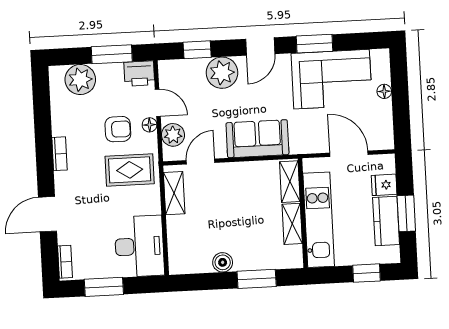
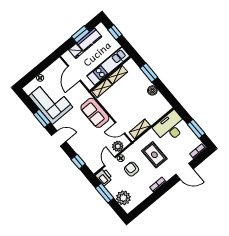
plant: (222, 73) -> (80, 145), removed
rug: (130, 170) -> (154, 155), moved

